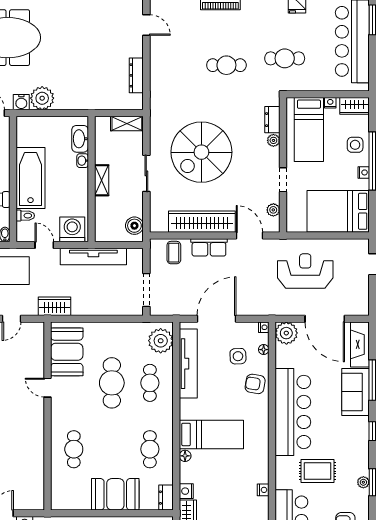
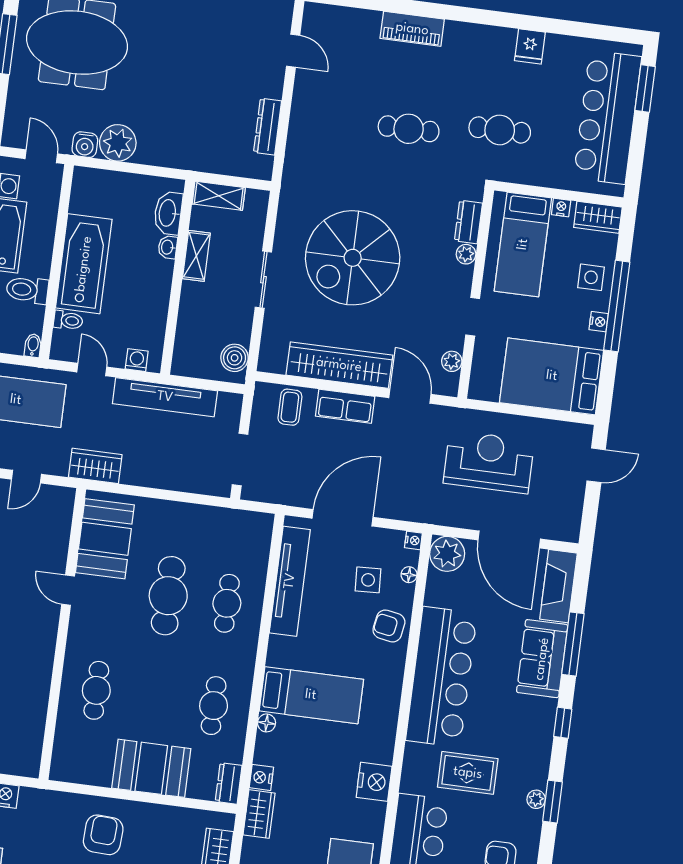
shelving: (127, 124) -> (219, 196), moved
shelving: (102, 180) -> (196, 256), moved
washing machine: (72, 229) -> (137, 360), width x0.53, depth x0.53
plant: (161, 341) -> (252, 541), removed
nightstand: (263, 490) -> (374, 782), width x1.89, depth x1.79

